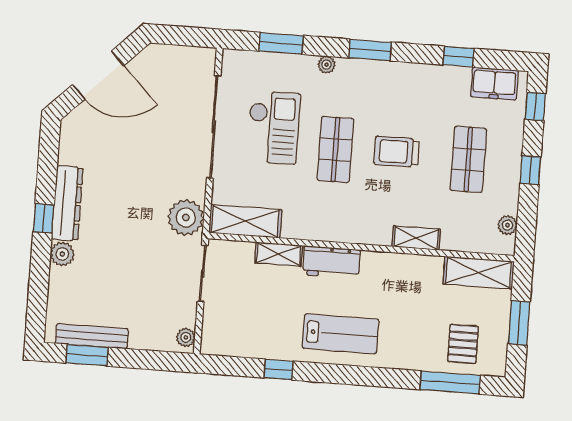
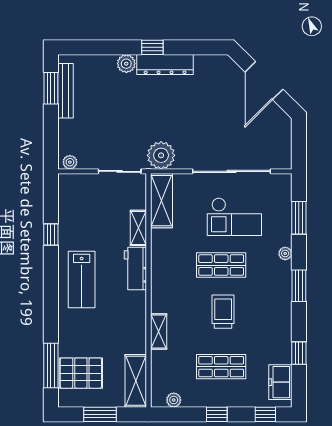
pallet: (463, 344) -> (81, 373), width x1.50, depth x1.42

